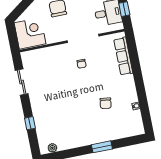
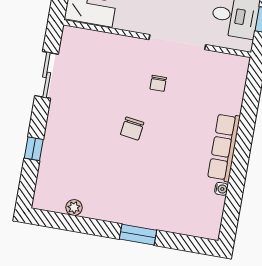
row of seats: (123, 56) -> (224, 147), moved
chair: (106, 103) -> (132, 129), moved
plant: (52, 148) -> (74, 208), moved

